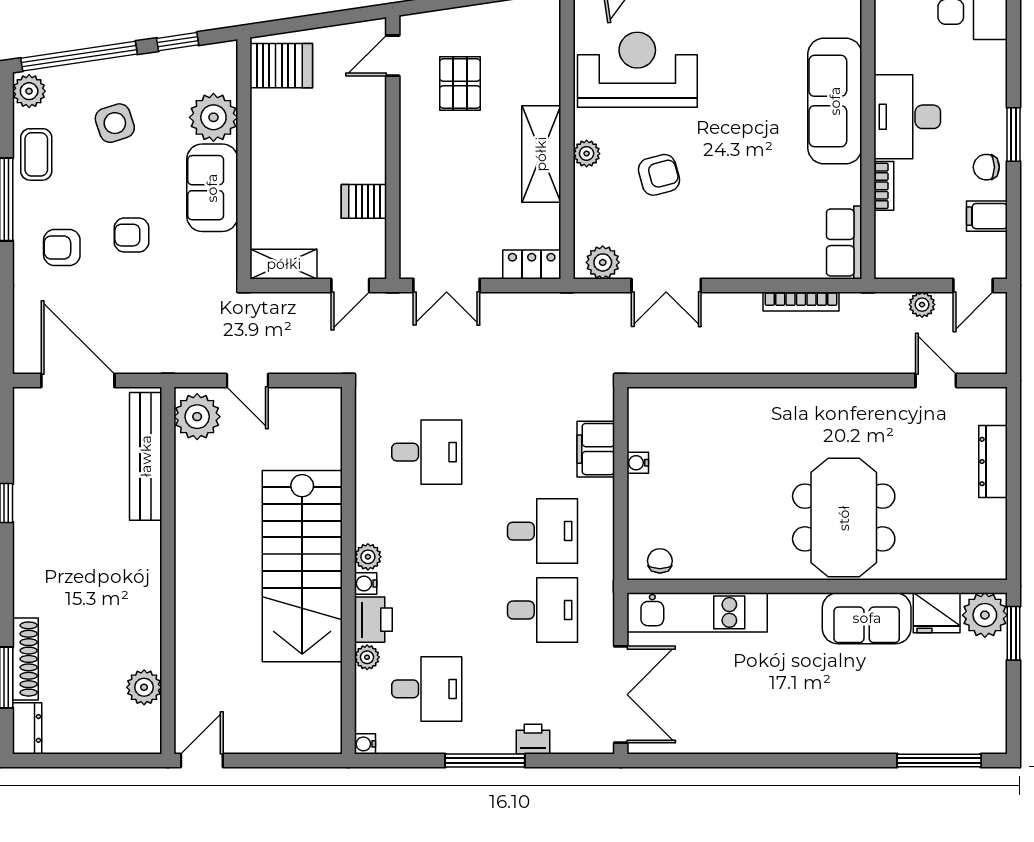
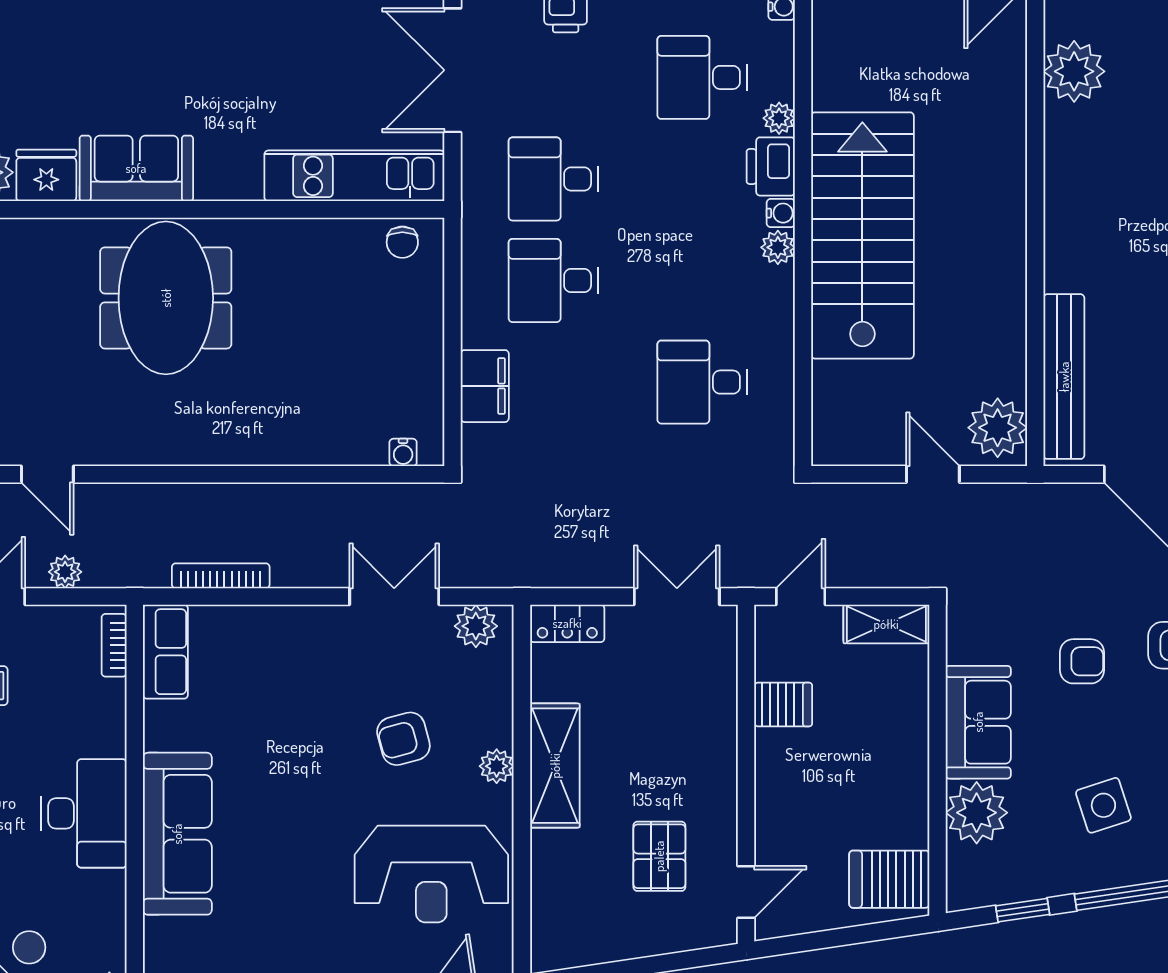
bookcase: (884, 186) -> (114, 645), moved
water cooler: (638, 463) -> (403, 452), moved, turned 90
plant: (144, 687) -> (1074, 71), width x1.36, depth x1.36

